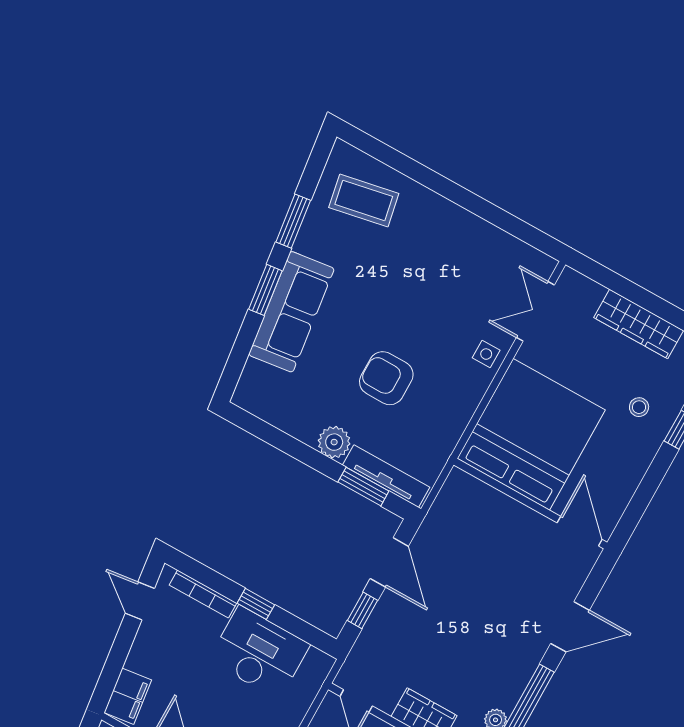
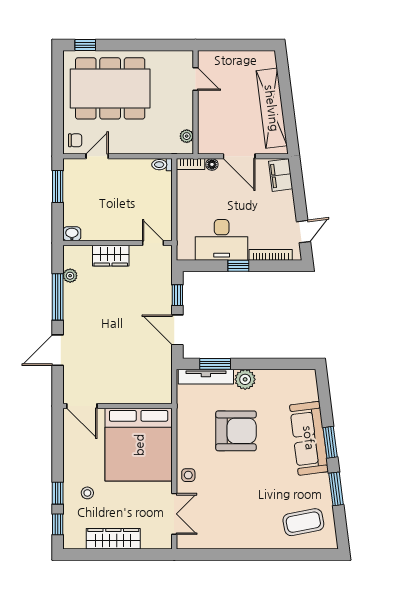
armchair: (386, 378) -> (236, 431), width x1.36, depth x1.36
door: (140, 601) -> (303, 232), hinge flipped

